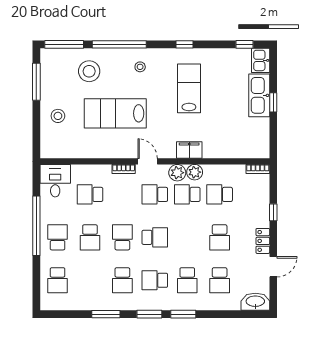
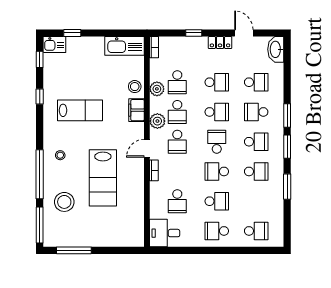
window: (185, 44) -> (40, 97), moved
lab bench: (189, 88) -> (80, 110), turned 180
kitchen sink: (259, 95) -> (125, 46), moved
window: (273, 102) -> (72, 33), moved
stool: (58, 116) -> (135, 87), moved
plant: (195, 172) -> (157, 89), moved
window: (36, 226) -> (206, 250), removed
school desk: (187, 237) -> (217, 112), added
school desk: (155, 280) -> (256, 142), turned -90
school desk: (187, 280) -> (256, 112), turned 180

